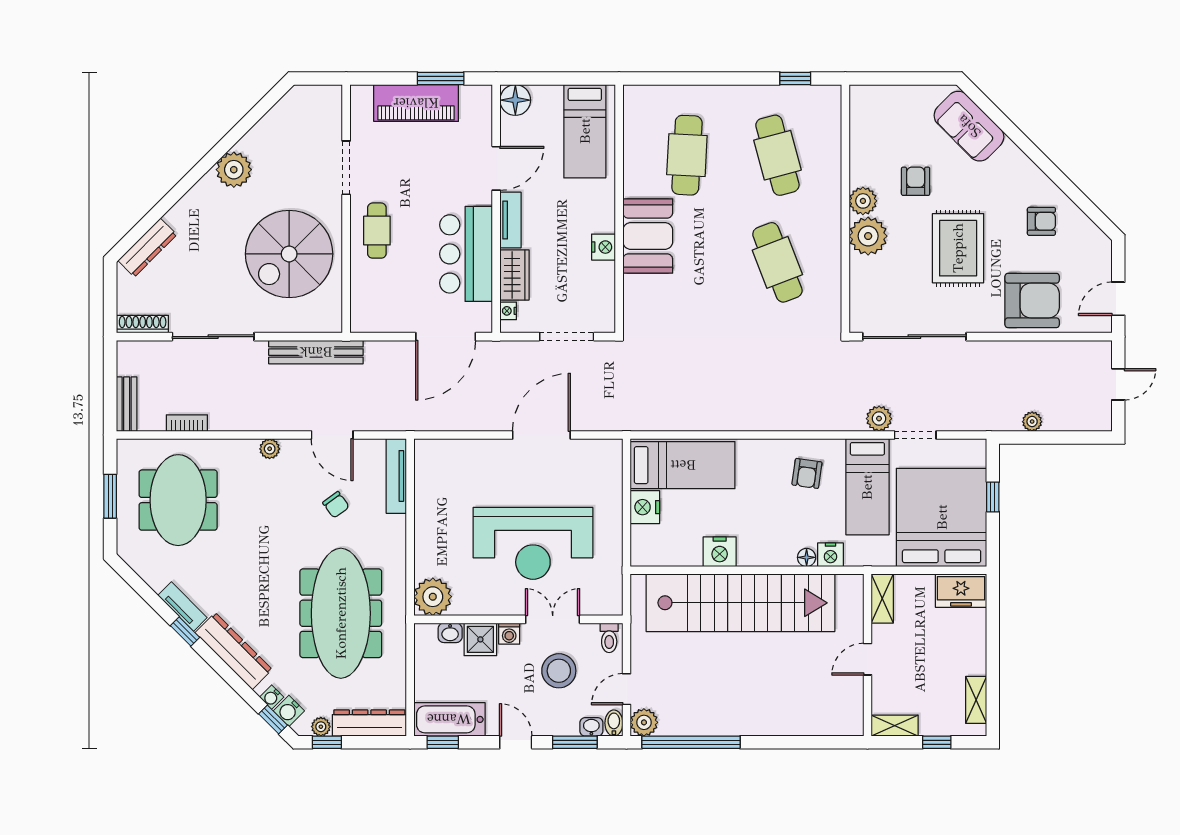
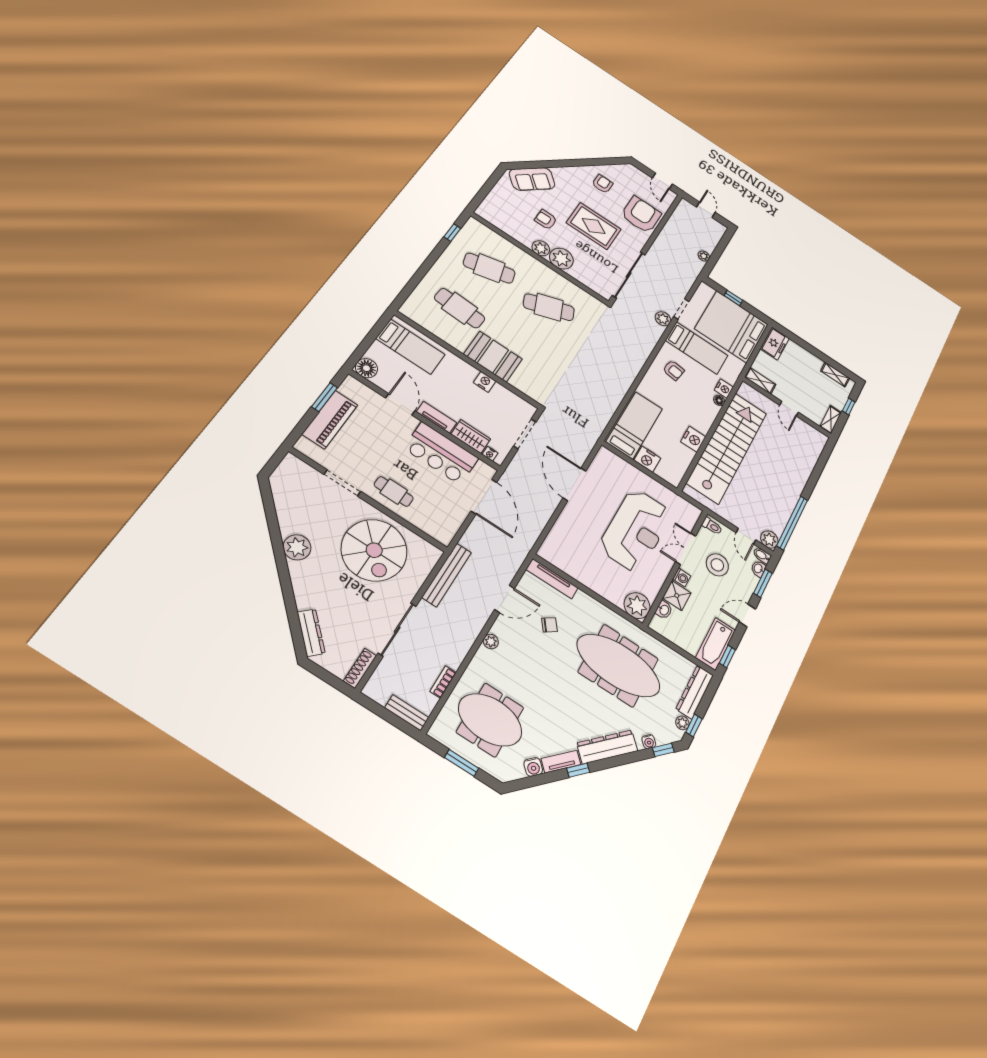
water cooler: (289, 711) -> (533, 767), moved

